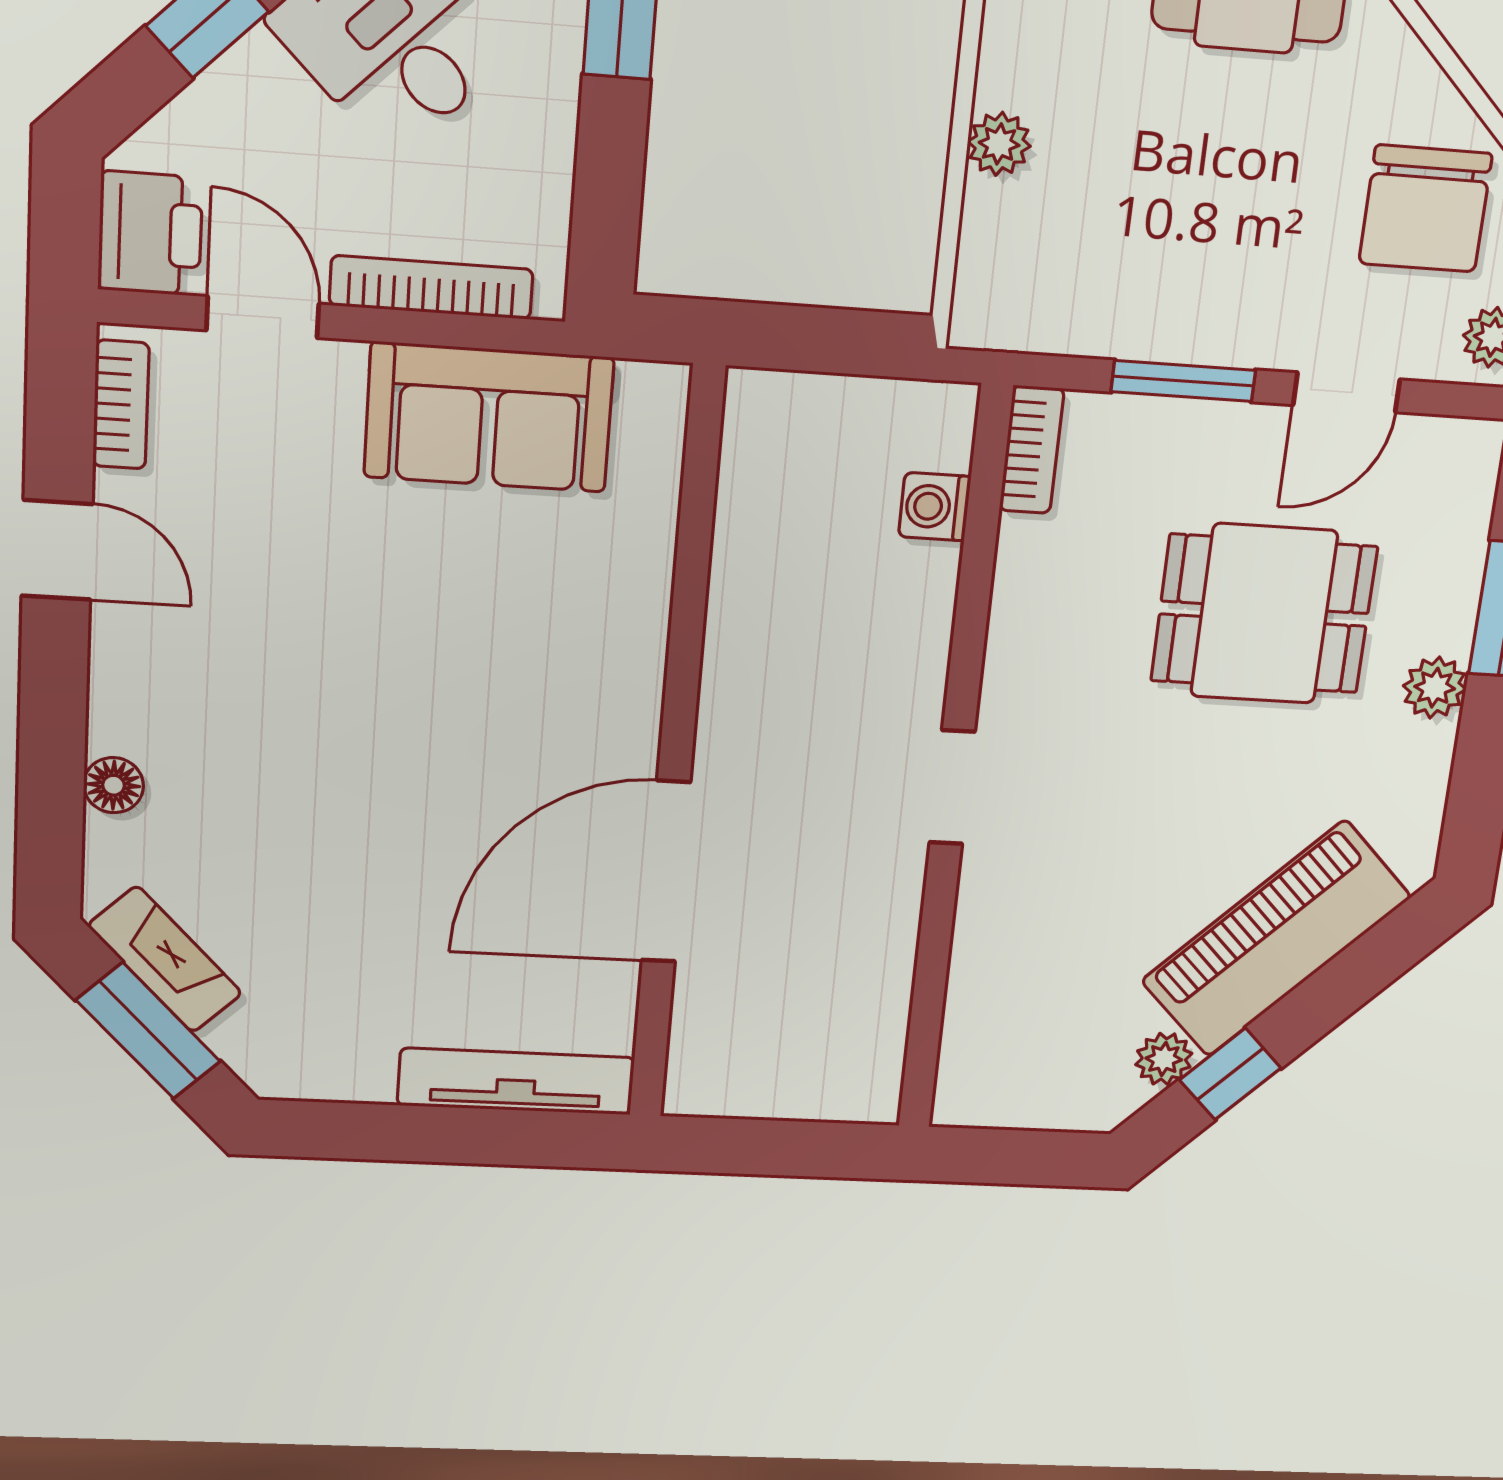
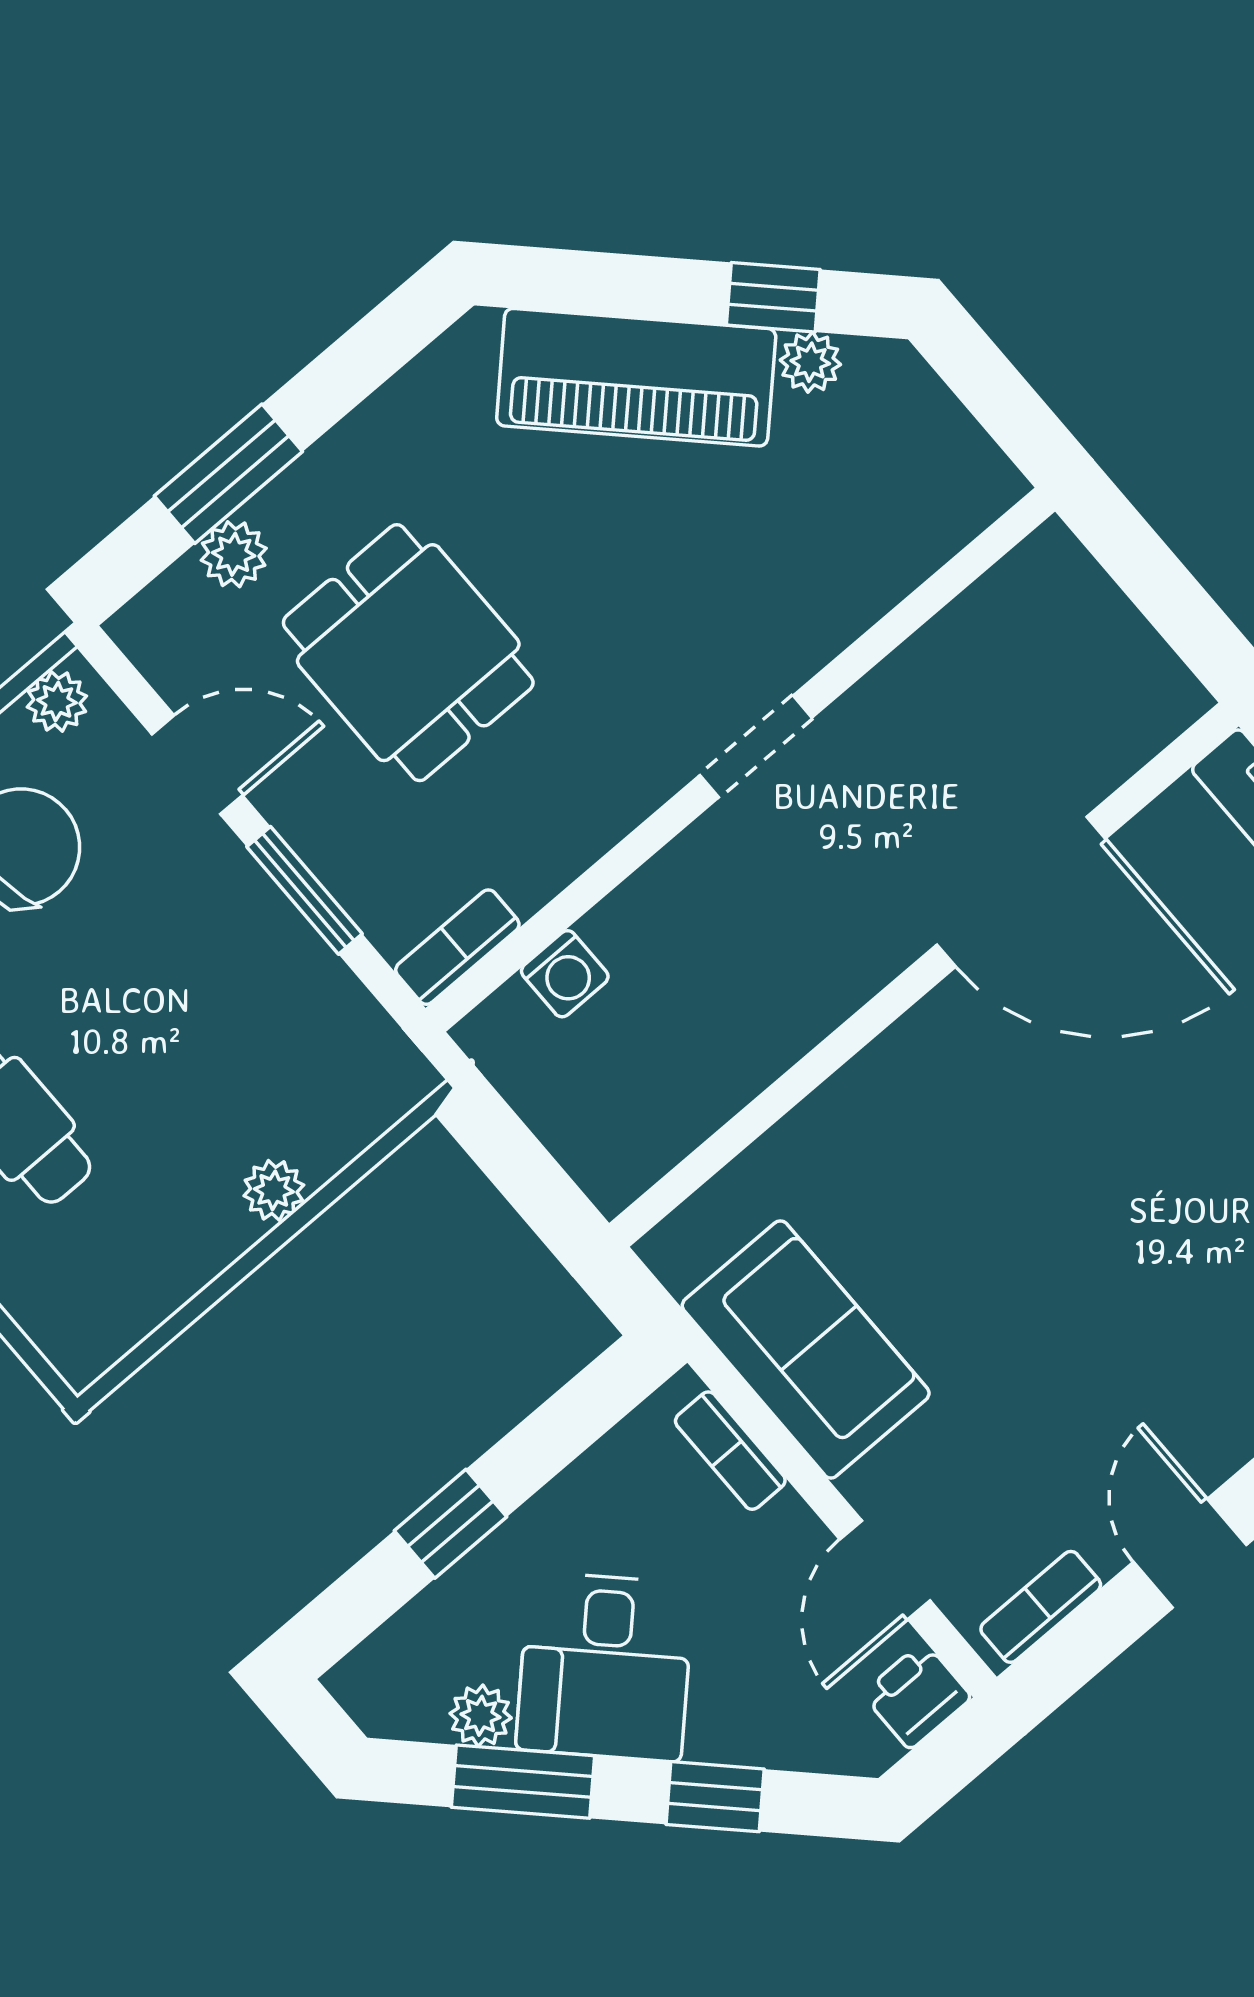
printer: (150, 234) -> (917, 1696), width x0.73, depth x0.81
bookcase: (431, 287) -> (730, 1451), width x0.64
plant: (1435, 688) -> (234, 554), moved

